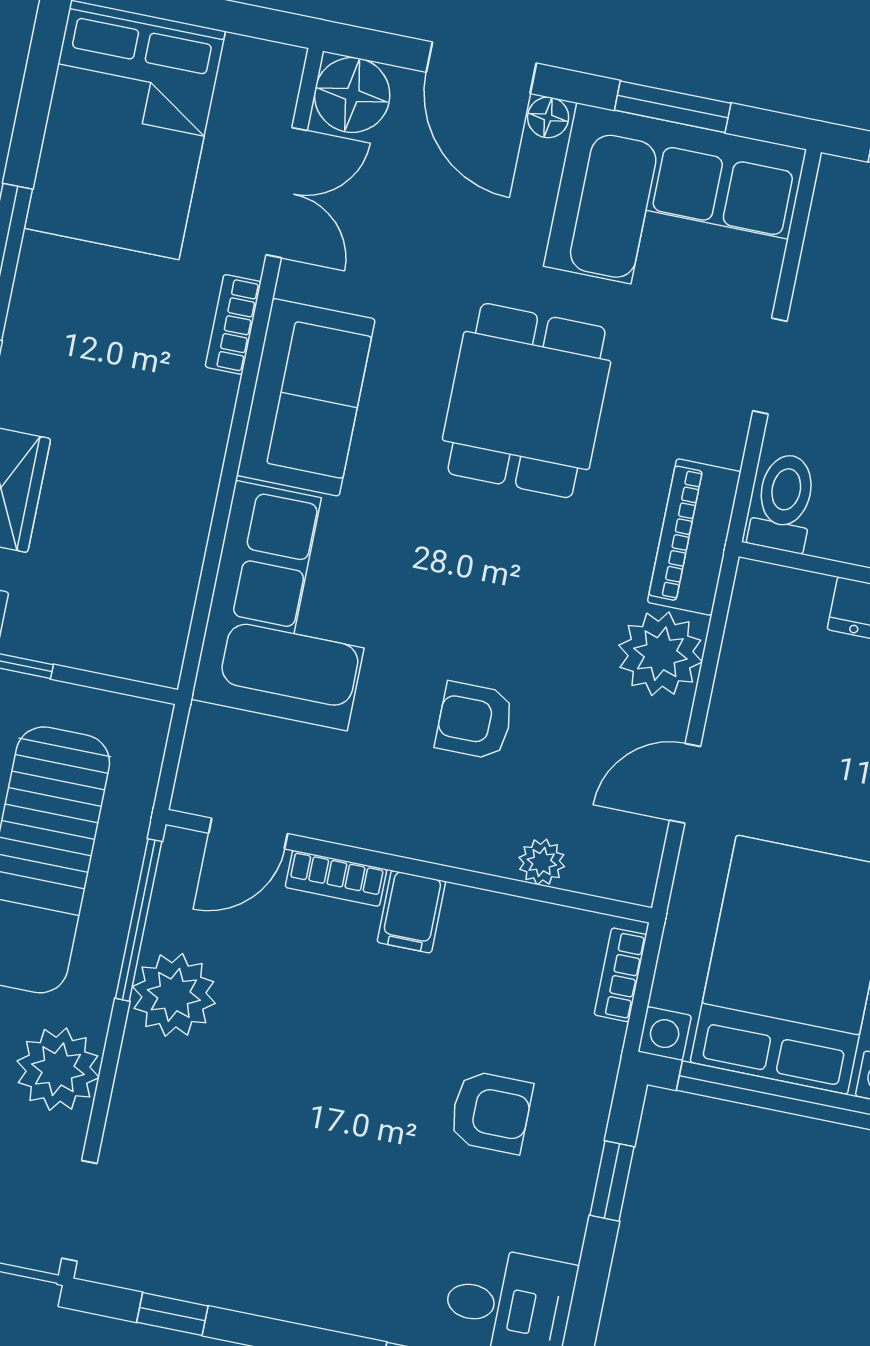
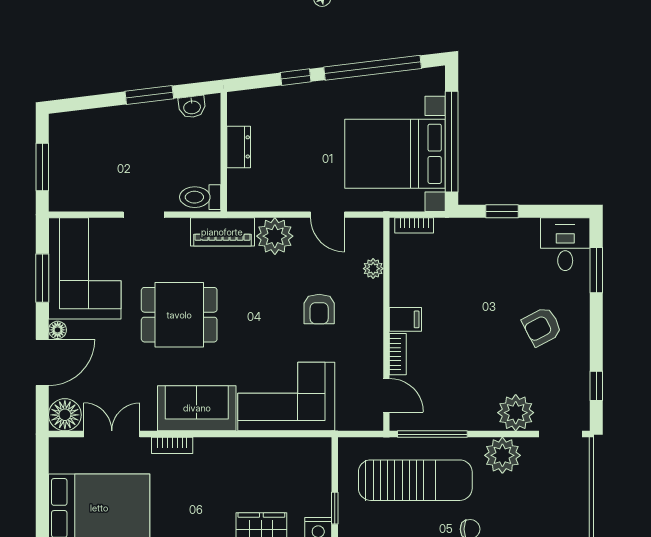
plant: (174, 995) -> (516, 413), moved
armchair: (491, 1112) -> (542, 327), moved, turned -118

